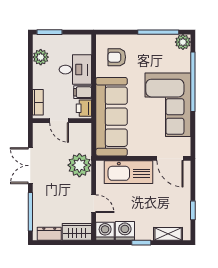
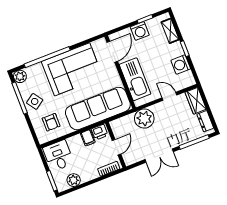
side table: (148, 48) -> (35, 101), added
desk: (75, 70) -> (58, 156), moved
door: (94, 204) -> (169, 96), hinge flipped
washing machine: (105, 231) -> (140, 31), moved, turned -90

